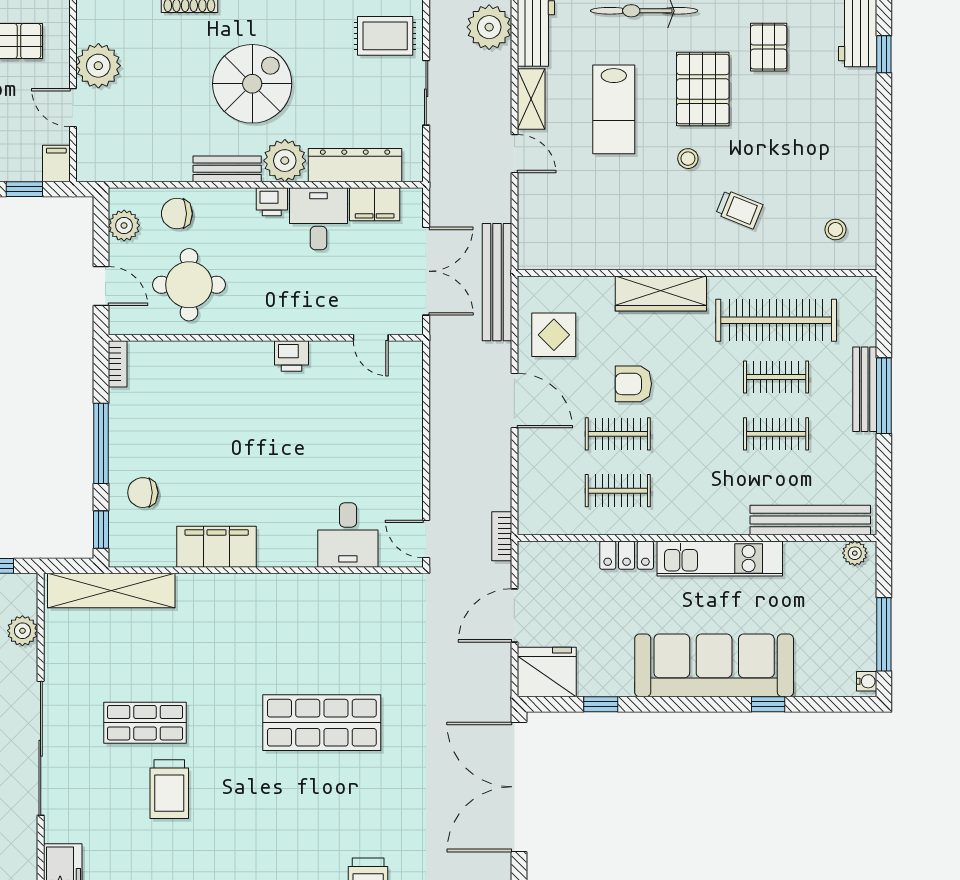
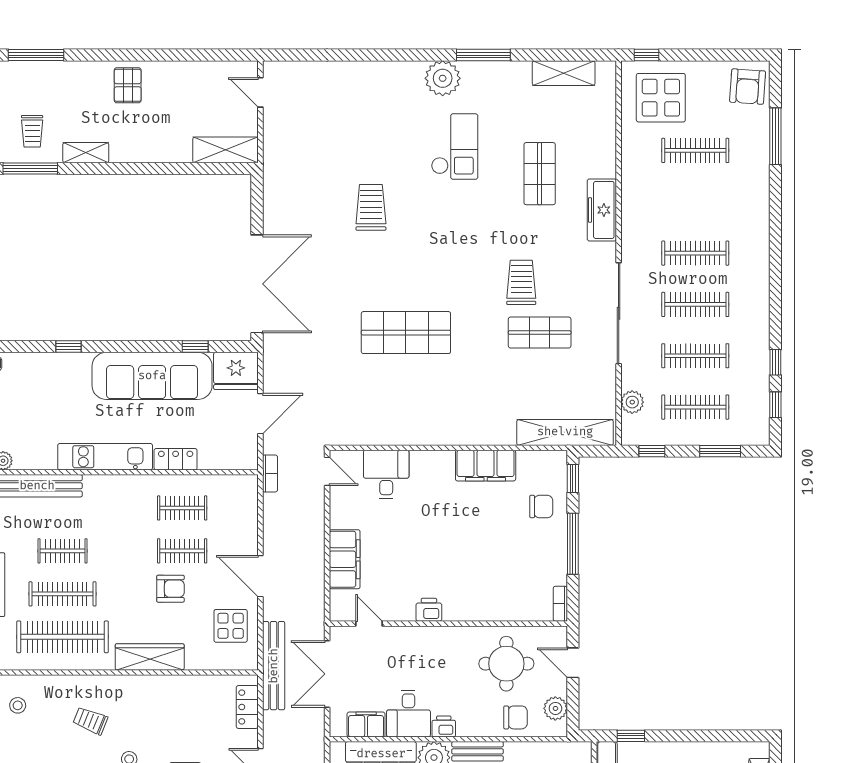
locker: (532, 227) -> (247, 707), added
clothes rail: (776, 377) -> (63, 594), width x1.36
filing cabinet: (403, 423) -> (345, 559), added
sofa: (714, 665) -> (152, 376), moved

